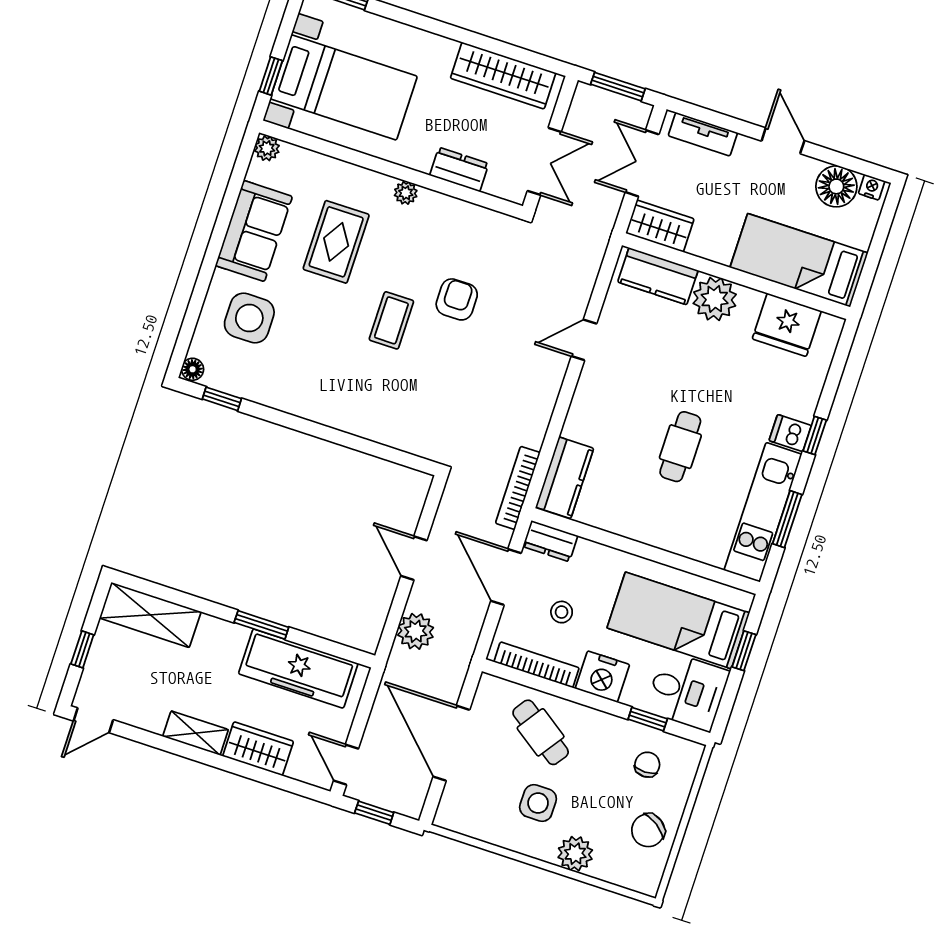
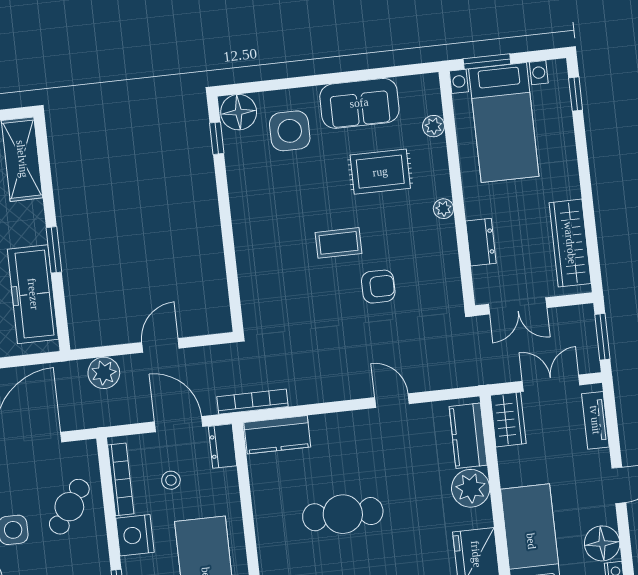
window: (271, 76) -> (487, 61), width x1.50
plant: (267, 148) -> (433, 126), moved
floor lamp: (193, 369) -> (239, 112), width x1.89, depth x1.89
cafe table: (680, 447) -> (343, 514), width x1.37, depth x1.35
door: (506, 577) -> (179, 424), hinge flipped

